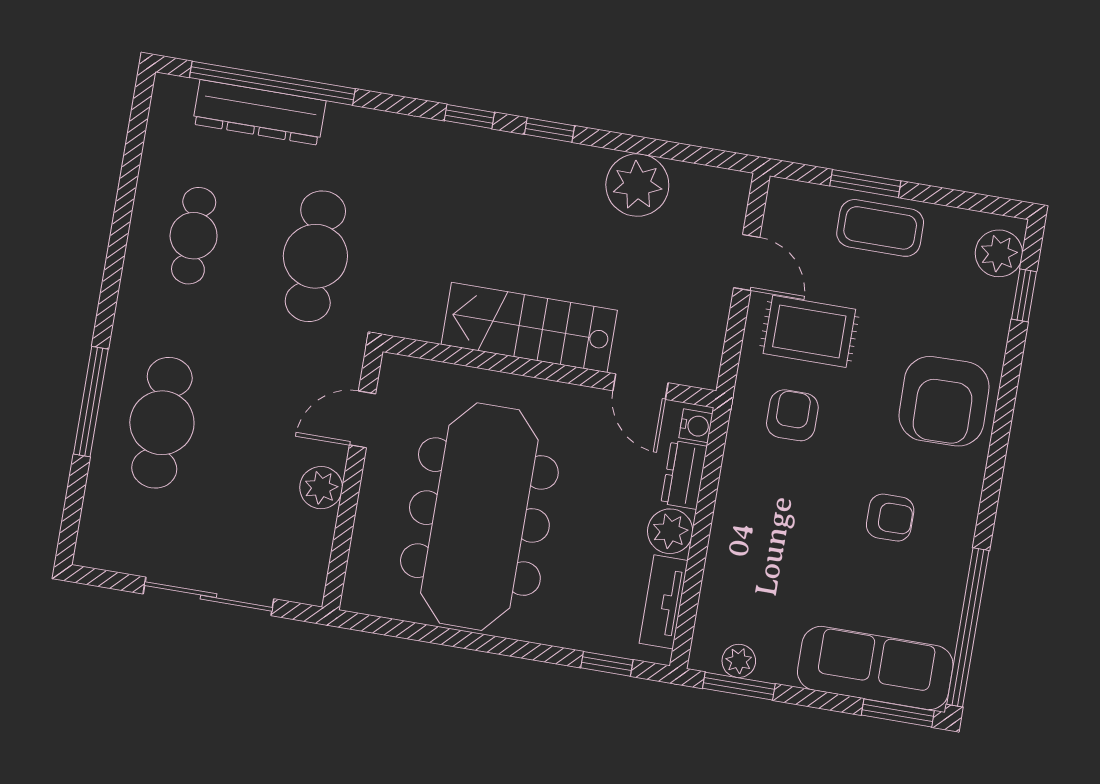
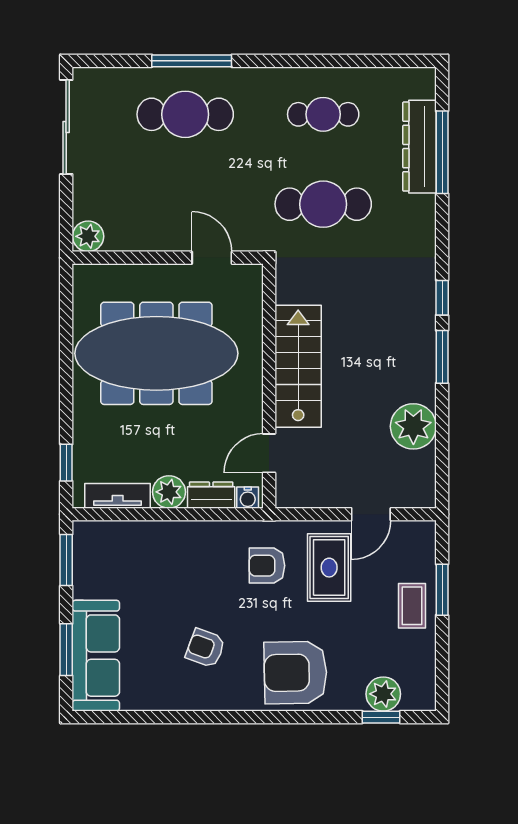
window: (272, 83) -> (442, 152), width x0.68
window: (550, 130) -> (442, 357), width x1.50
coffee table: (880, 228) -> (412, 606), width x0.73, depth x0.77
plant: (999, 253) -> (383, 694), moved
armchair: (792, 415) -> (267, 566), turned 180
plant: (321, 488) -> (88, 236), moved
armchair: (890, 518) -> (205, 648), turned 110
sliding door: (208, 596) -> (66, 127), moved
window: (968, 627) -> (136, 717), removed
plant: (739, 661) -> (84, 557), removed
window: (898, 713) -> (66, 650), moved

